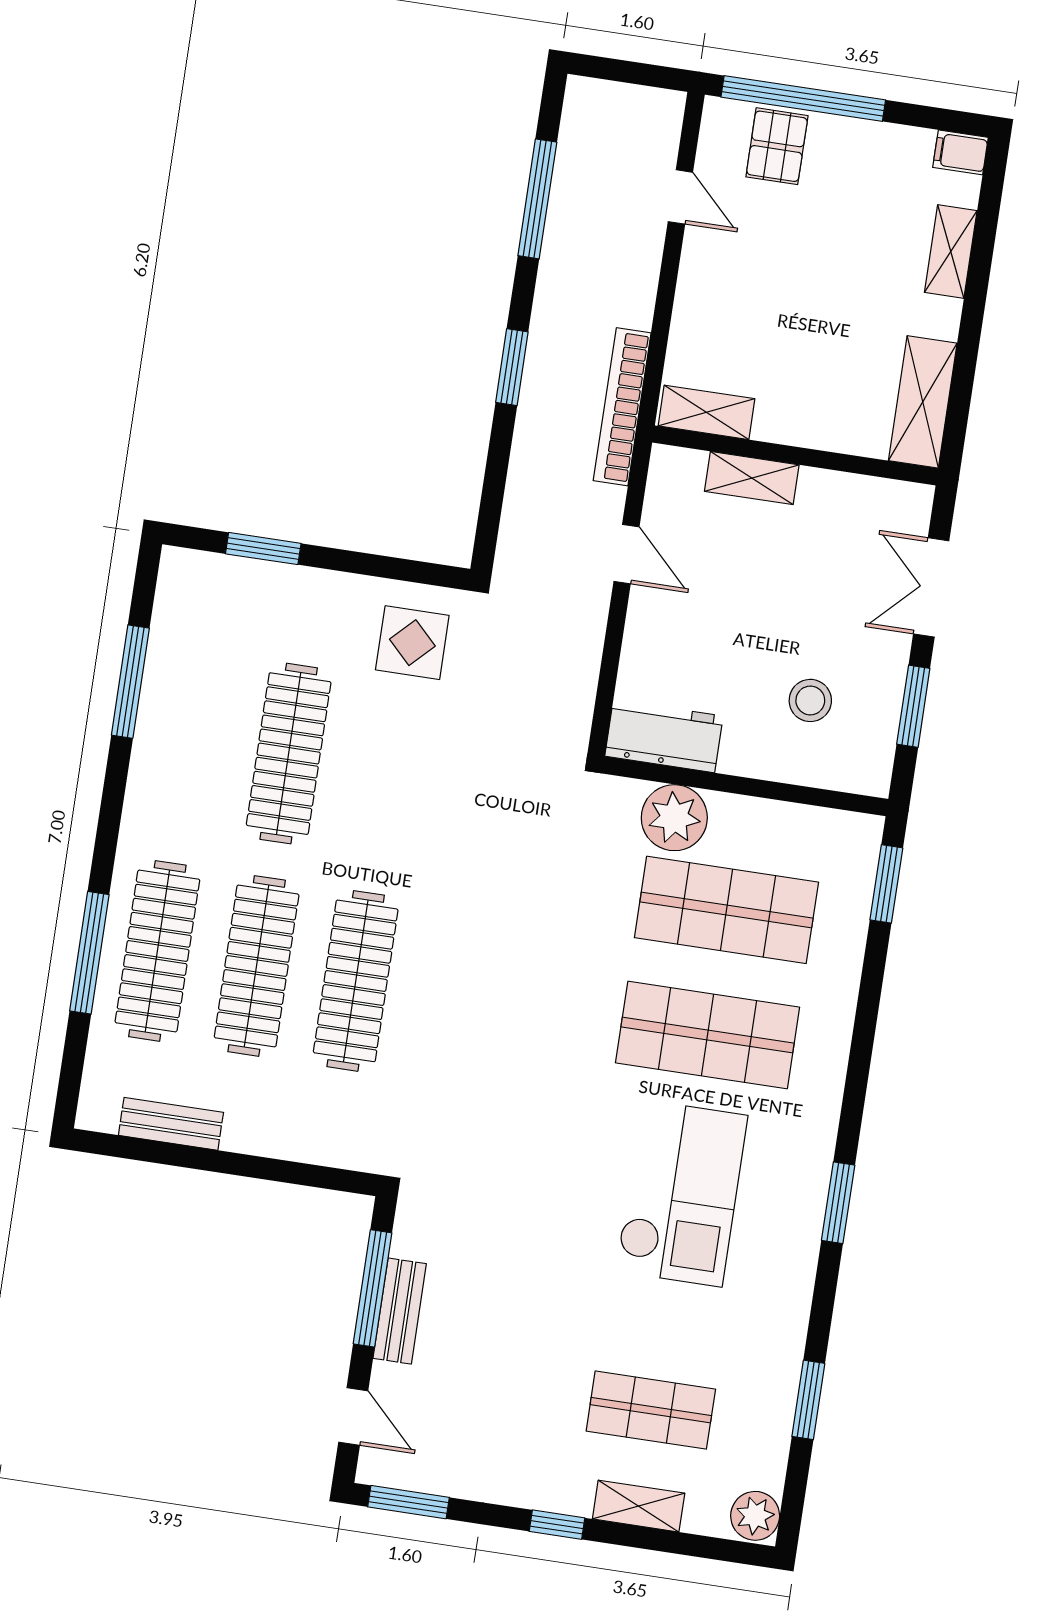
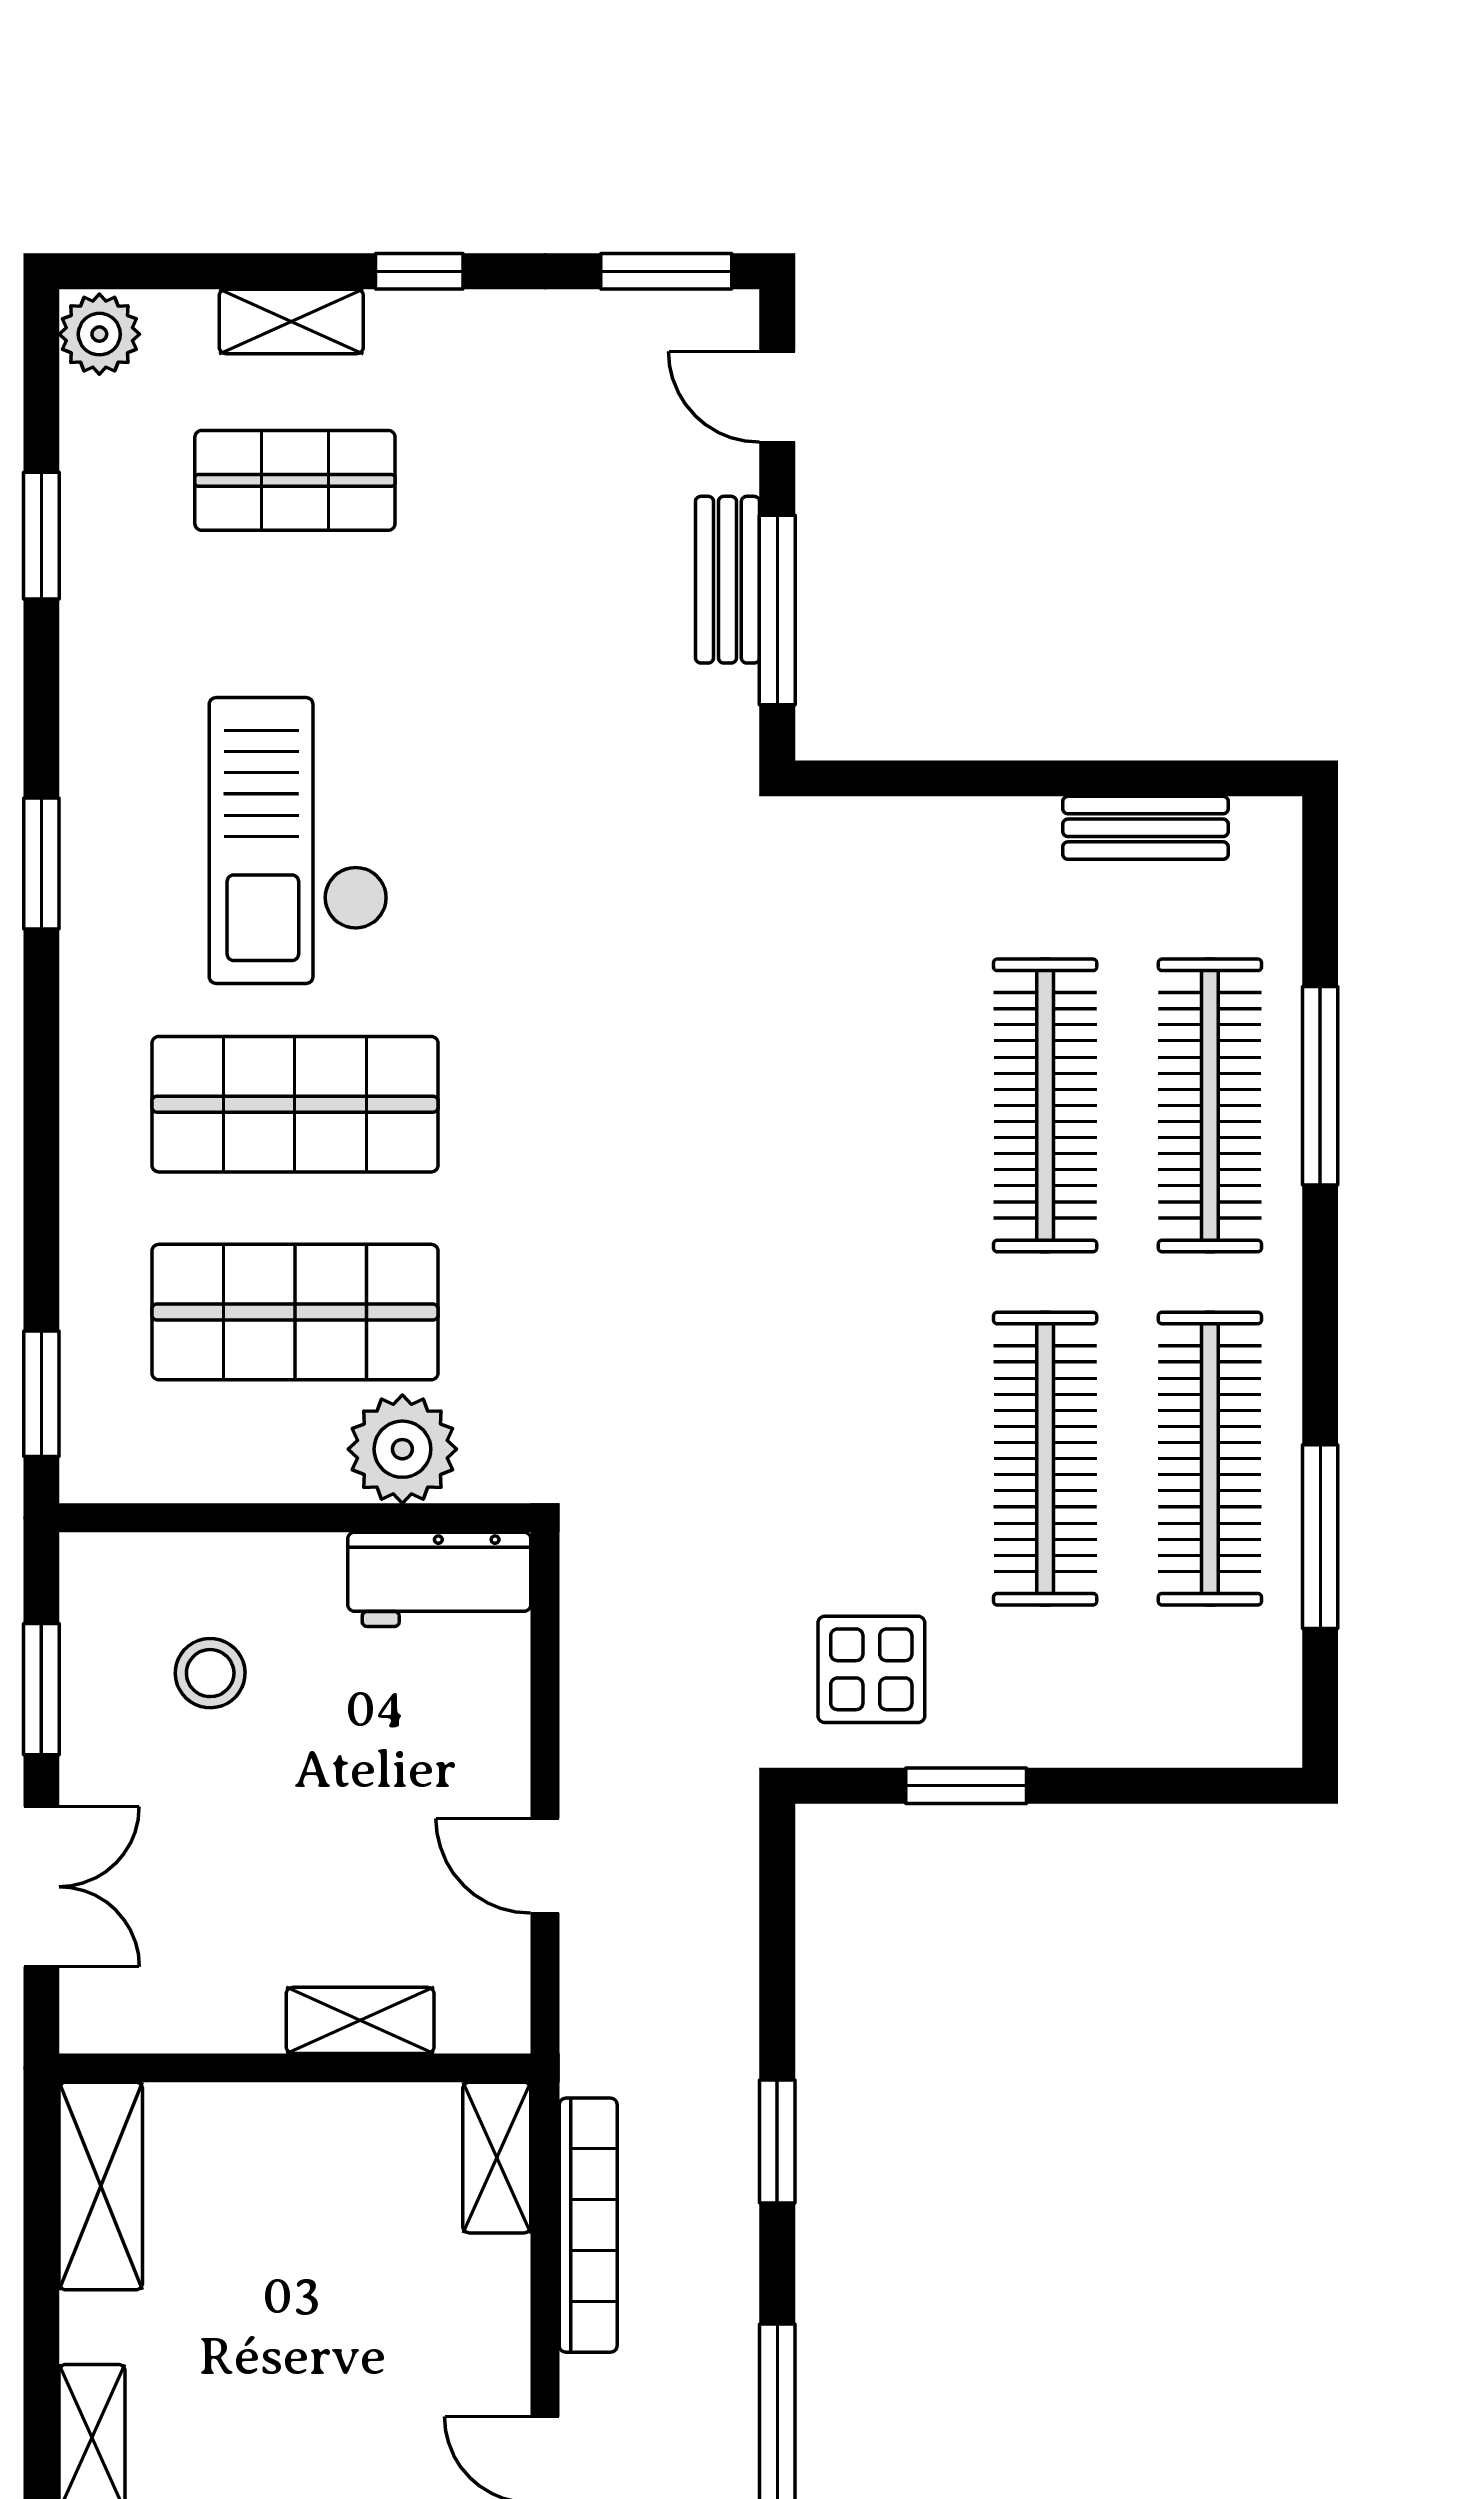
bookcase: (622, 407) -> (588, 2225), moved
shelving: (706, 412) -> (497, 2158), moved, turned 90
window: (263, 549) -> (966, 1786), moved
clothes rail: (356, 981) -> (1210, 1459), moved

